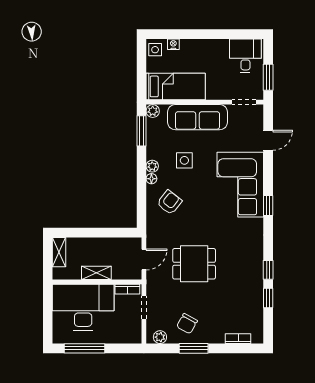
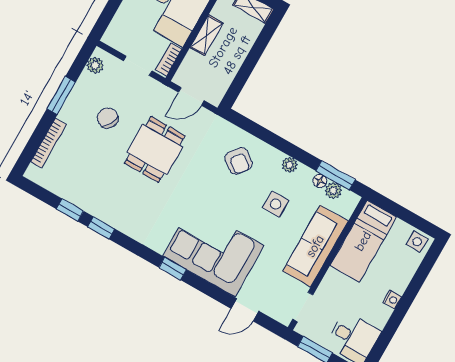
nightstand: (173, 44) -> (392, 299), moved
plant: (153, 111) -> (333, 191), moved
door: (268, 140) -> (245, 310), hinge flipped
floor lamp: (151, 179) -> (320, 181), moved
door: (144, 260) -> (191, 96), hinge flipped
chair: (187, 324) -> (108, 118), moved
bookcase: (238, 339) -> (48, 143), width x1.56

